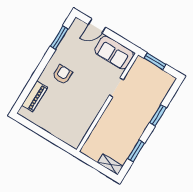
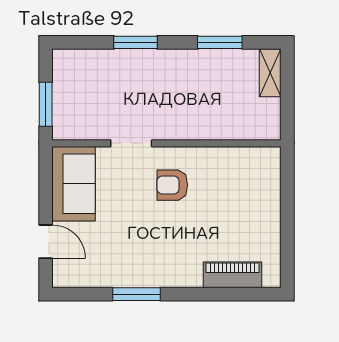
window: (59, 38) -> (136, 294), moved
armchair: (62, 74) -> (172, 185), moved

